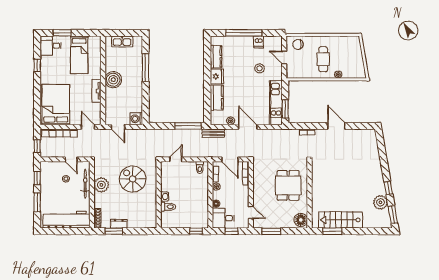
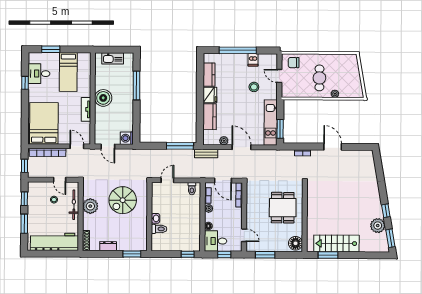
desk: (51, 46) -> (39, 74), moved
spiral stairs: (133, 179) -> (123, 200), turned -90
window: (114, 231) -> (132, 254), moved

